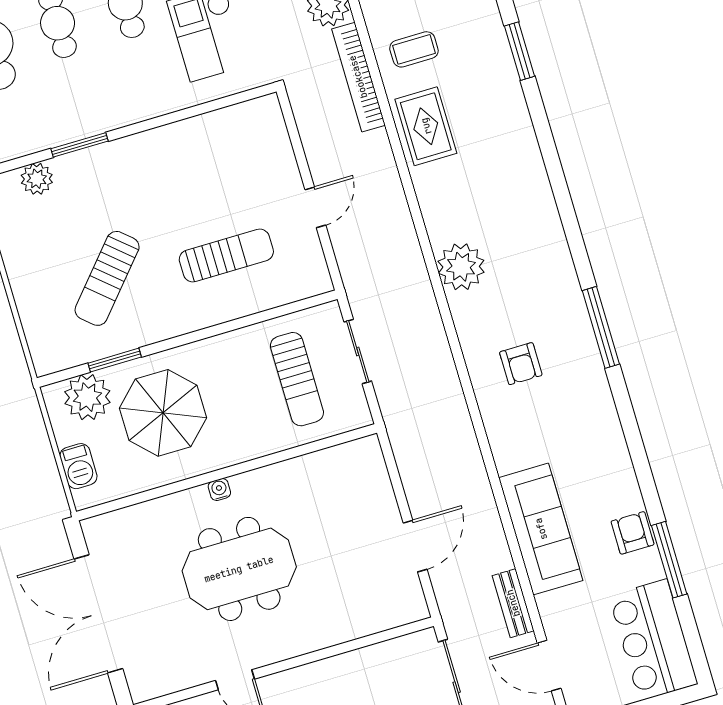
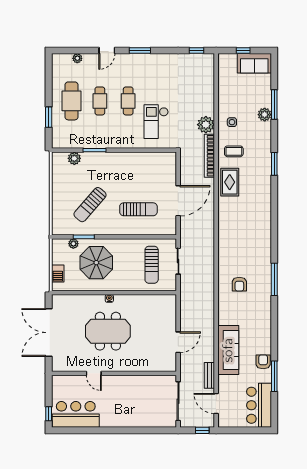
door: (315, 207) -> (178, 201), width x1.88
plant: (461, 267) -> (227, 240), removed
plant: (87, 397) -> (73, 244), width x0.53, depth x0.53

